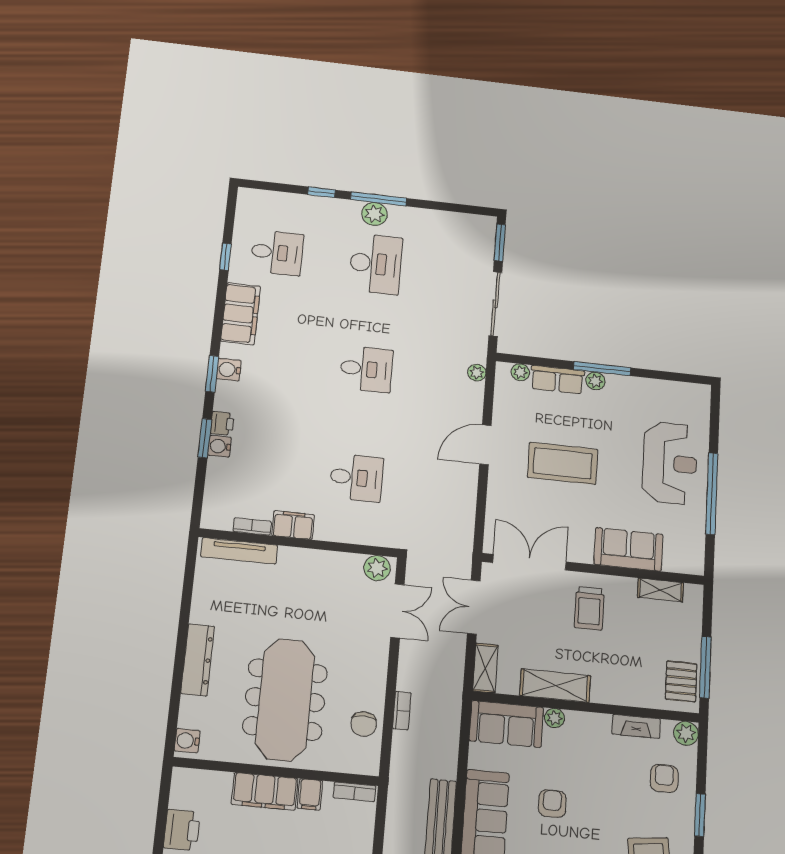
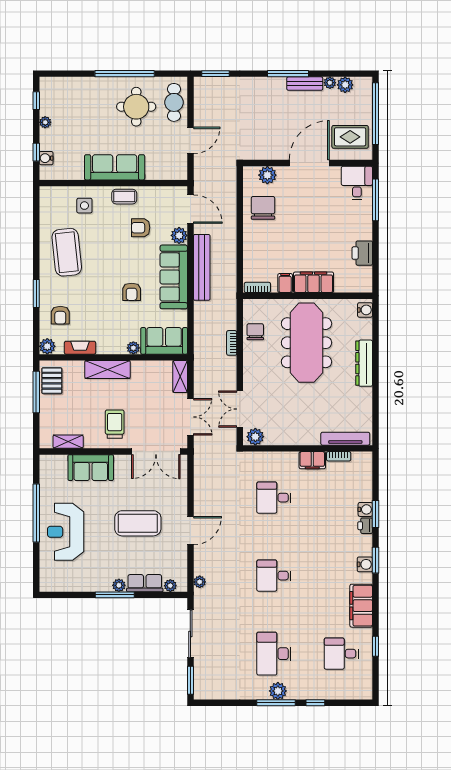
shelving: (555, 686) -> (108, 370), moved

